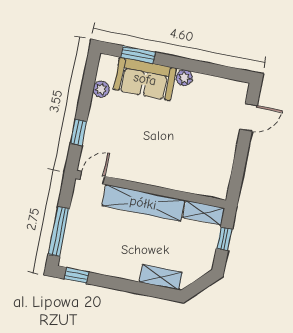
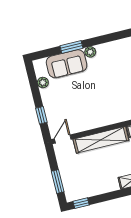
window: (138, 55) -> (71, 47), moved
window: (59, 232) -> (58, 181), width x0.69

